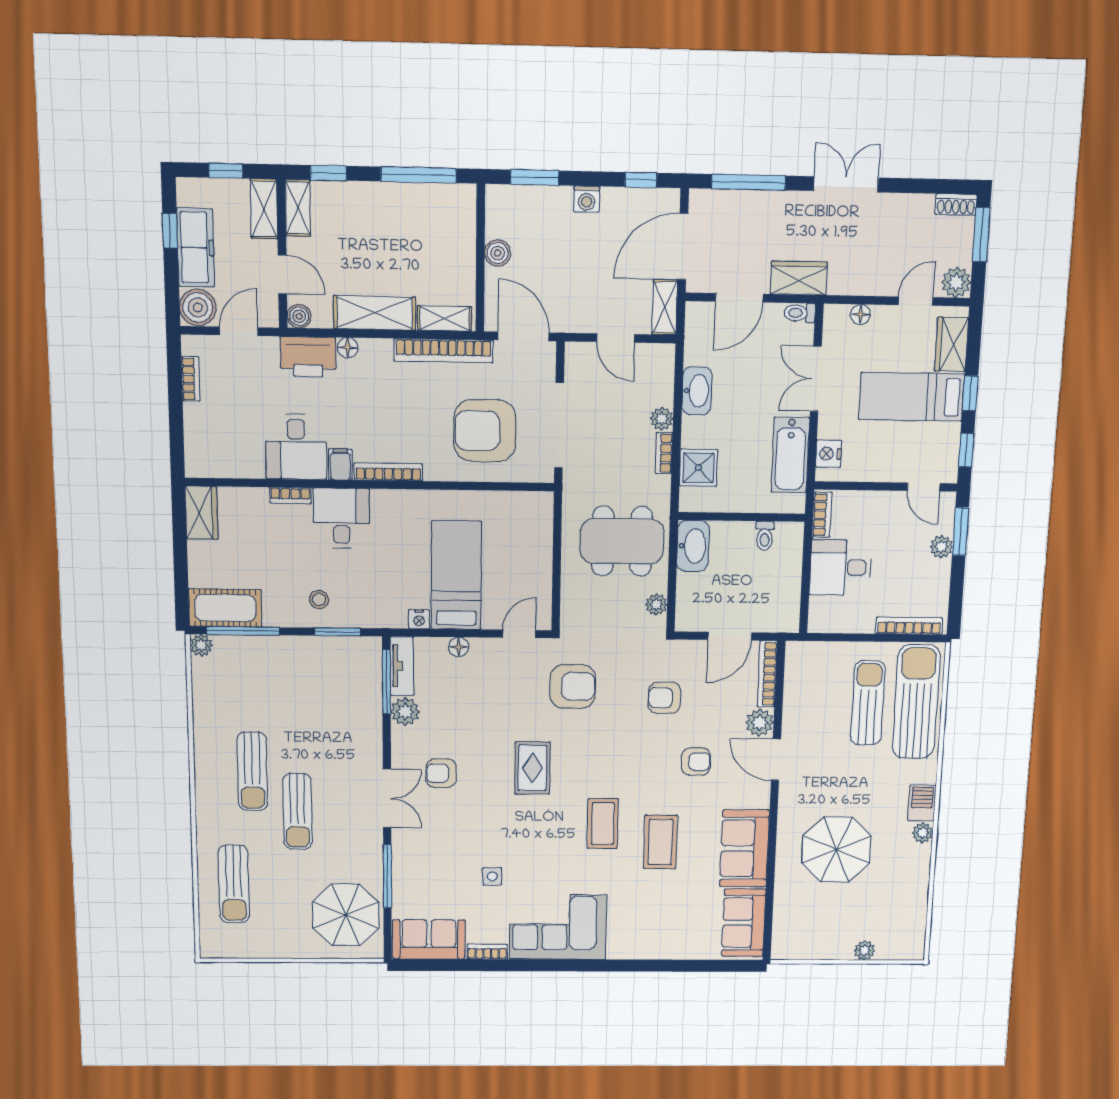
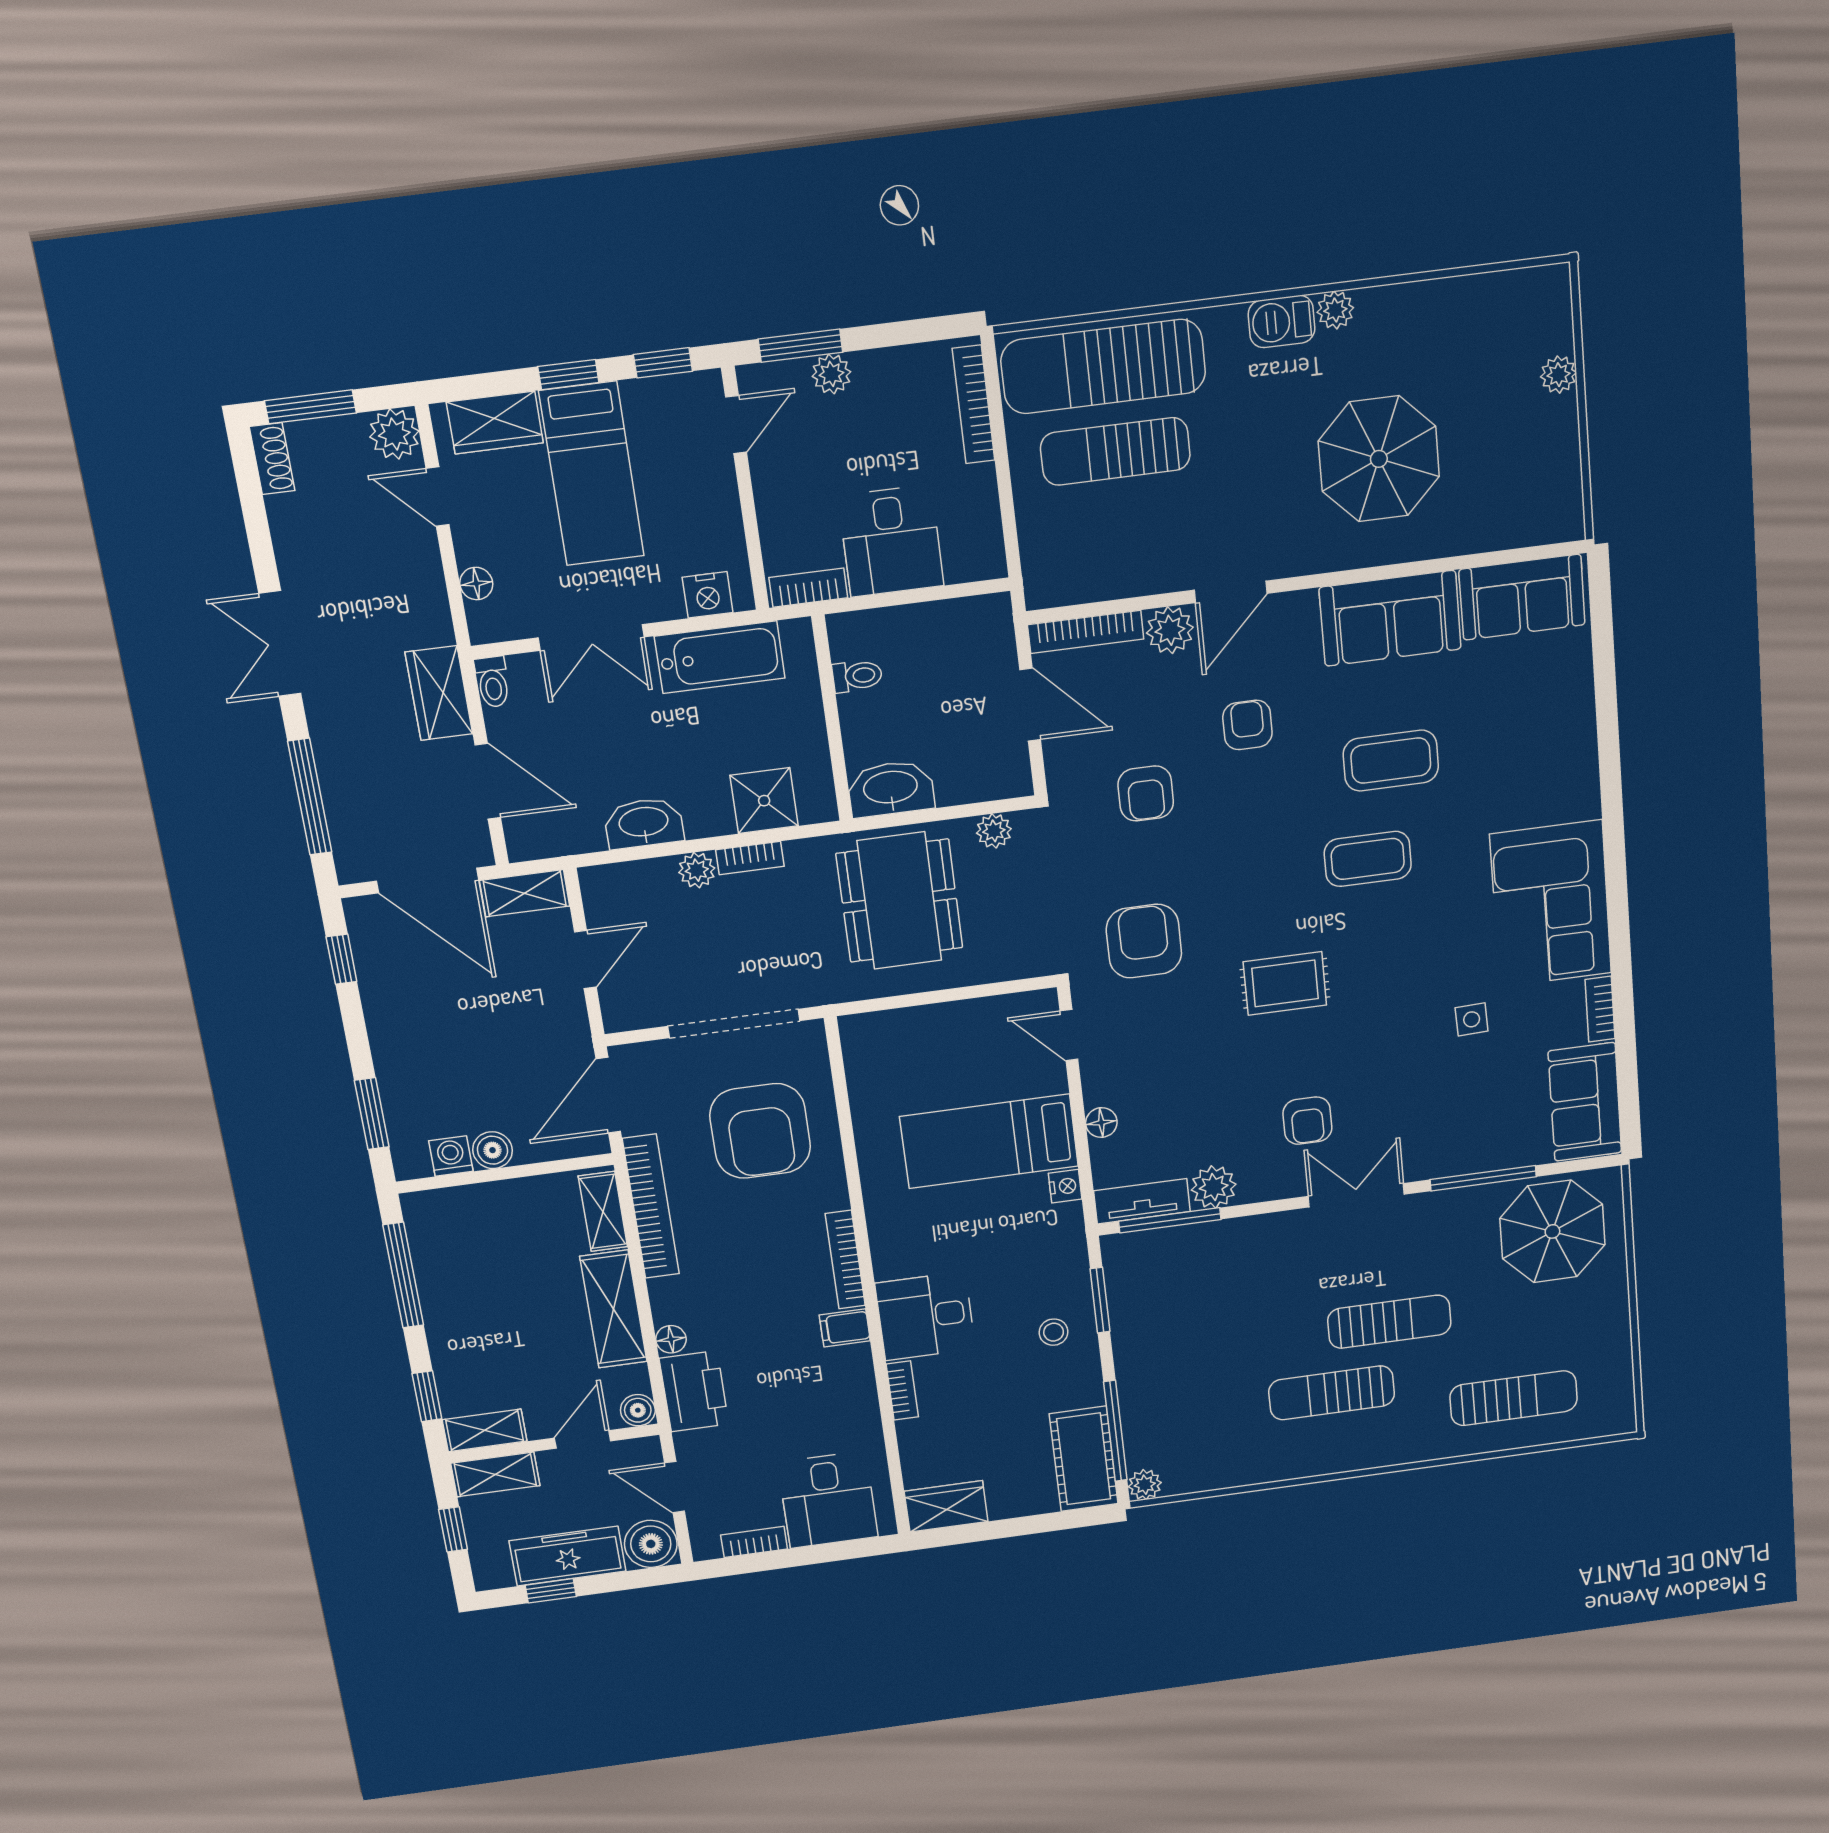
washing machine: (587, 199) -> (451, 1156), moved, turned -90
desk: (296, 447) -> (828, 1500), moved, turned 90
sun lounger: (252, 771) -> (1332, 1393), turned 180

